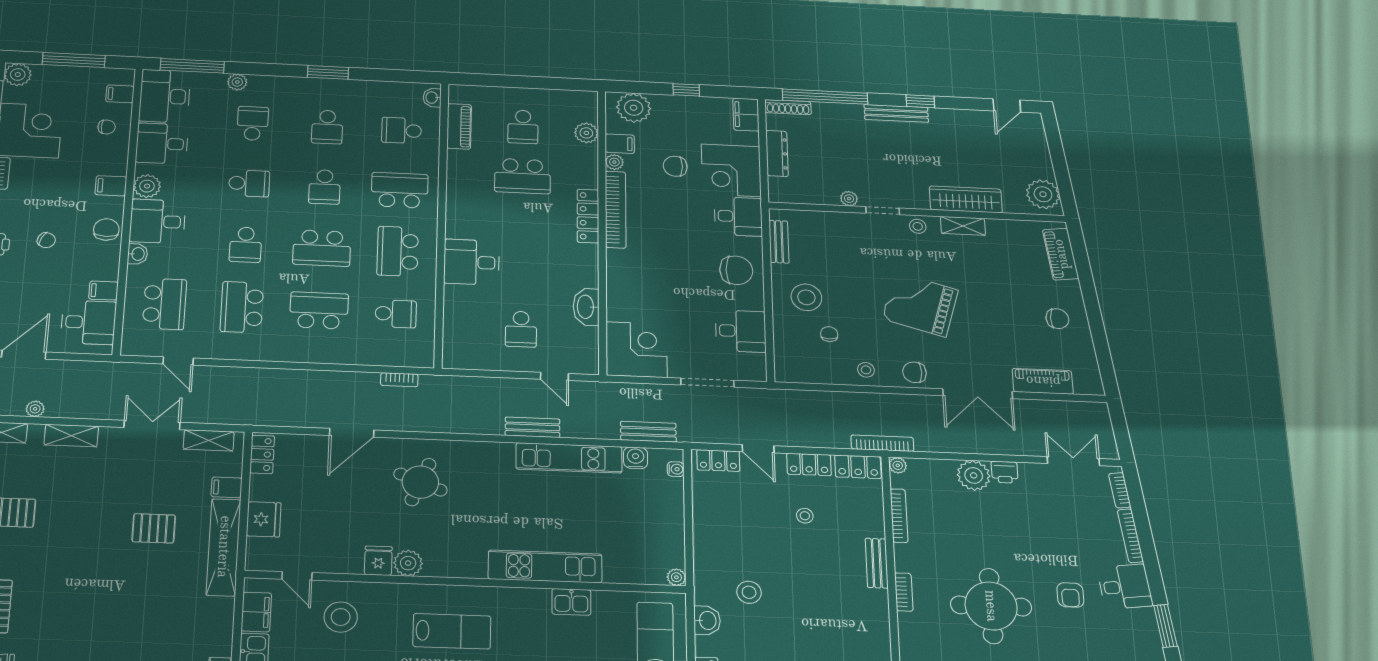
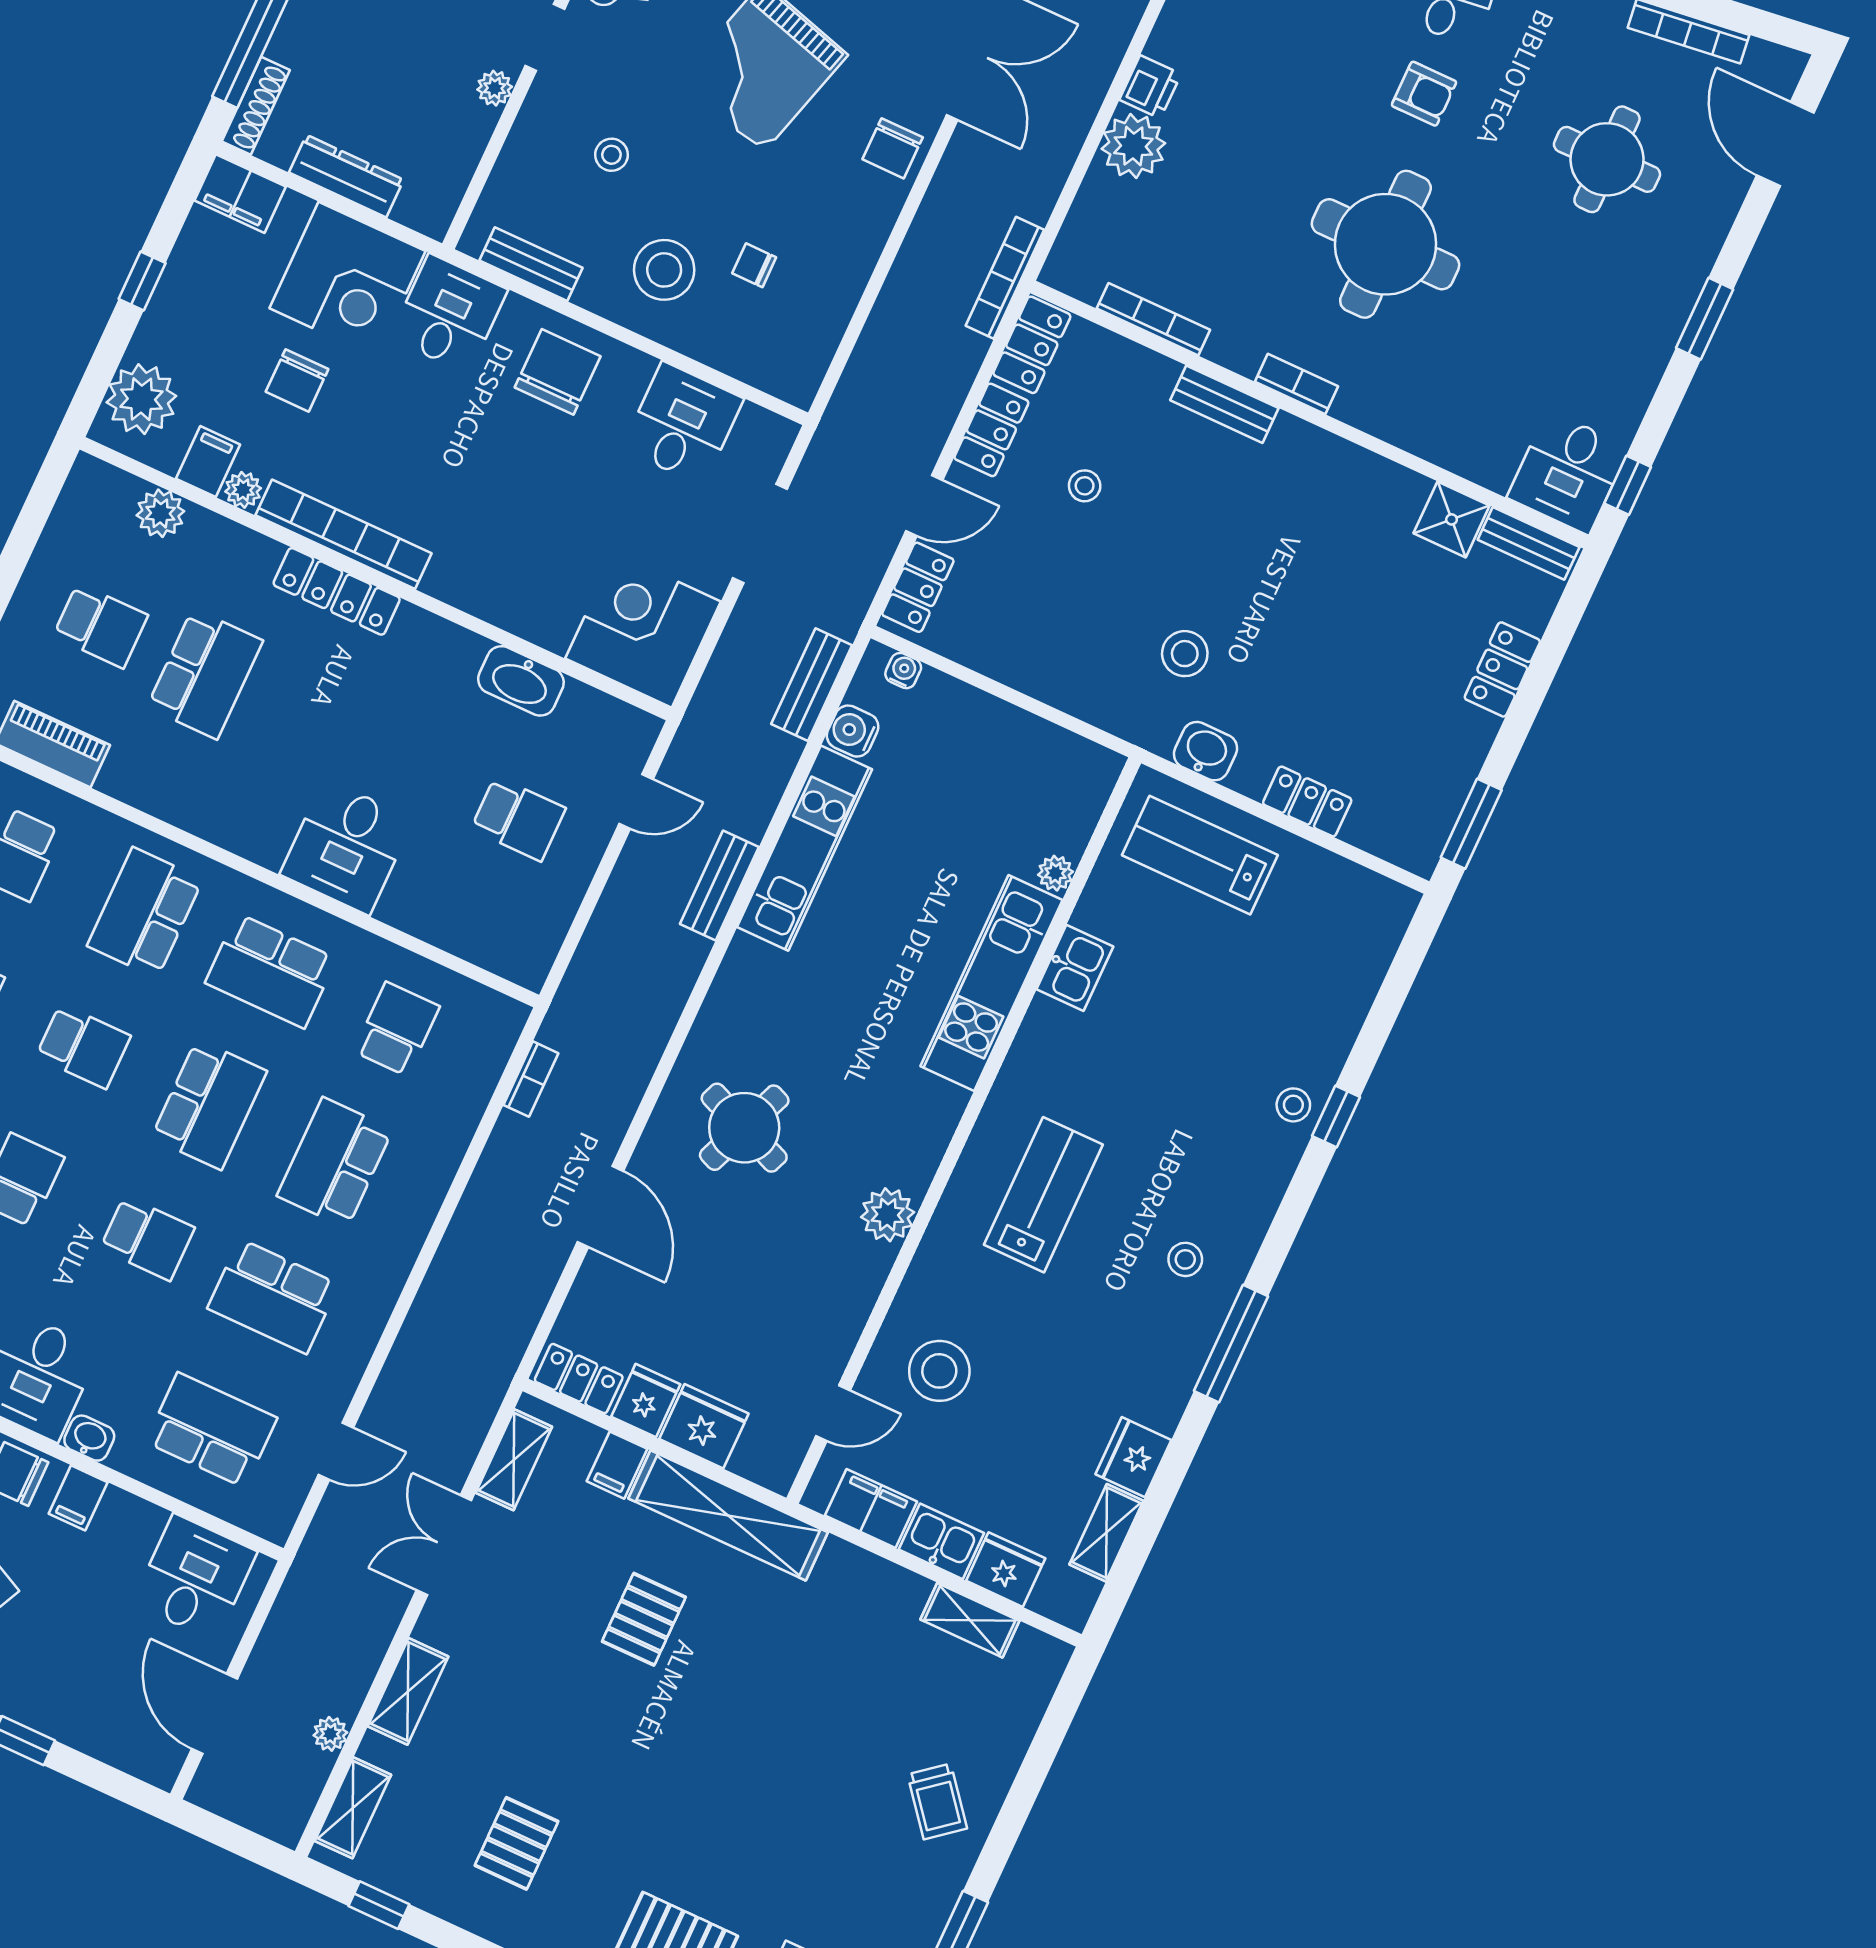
filing cabinet: (104, 291) -> (78, 1498), moved
stool: (866, 370) -> (611, 155), moved
plant: (898, 465) -> (1058, 272), removed
fridge: (378, 561) -> (646, 1401), moved, turned 90
plant: (676, 577) -> (1055, 873), moved

